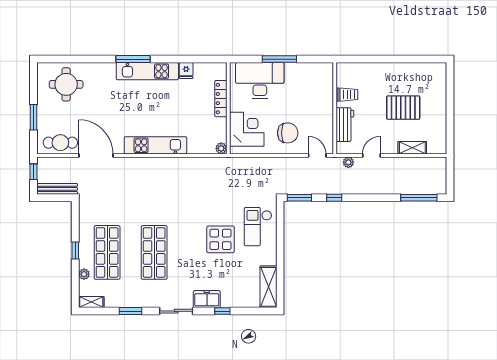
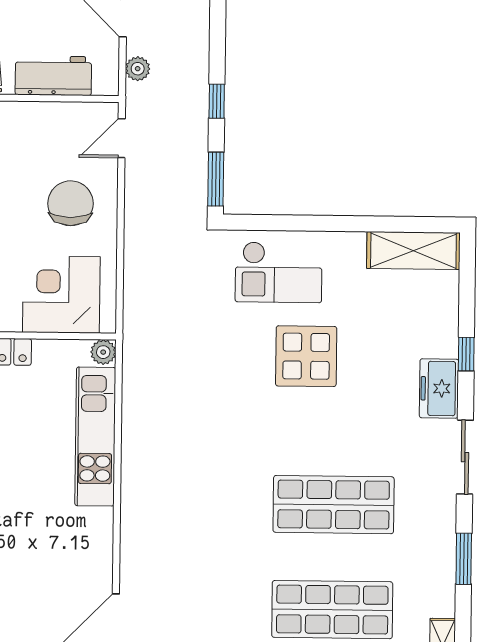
kitchen unit: (155, 145) -> (95, 437), moved

